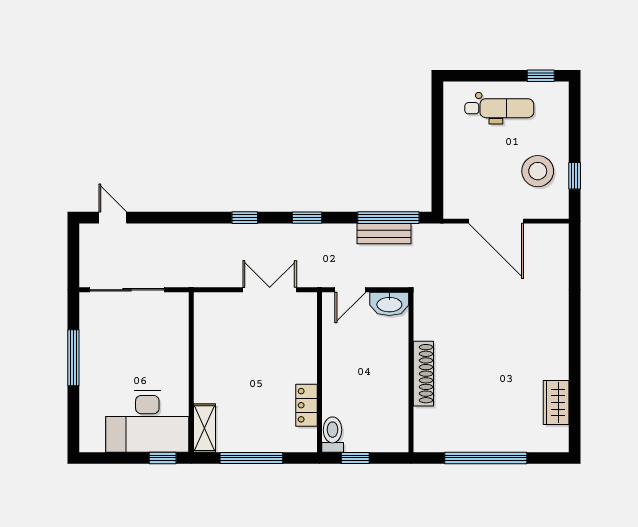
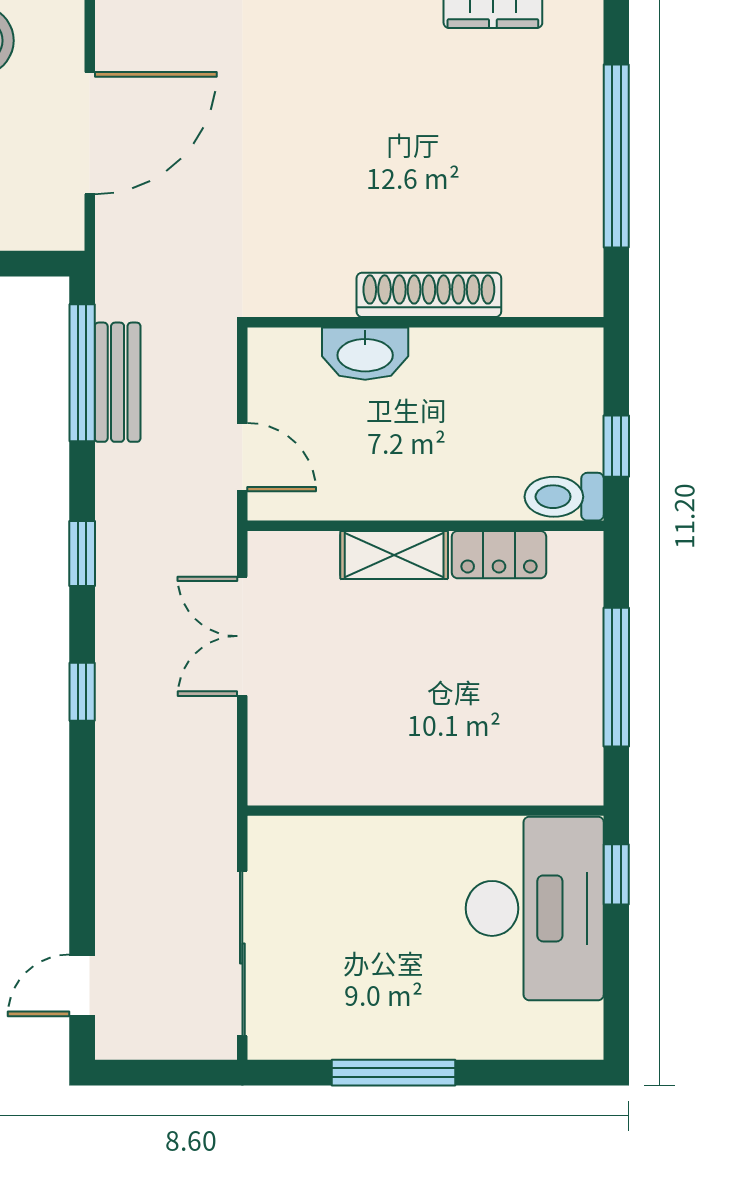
washbasin: (389, 304) -> (365, 354), moved, turned 90
shelving: (204, 428) -> (394, 555), moved

